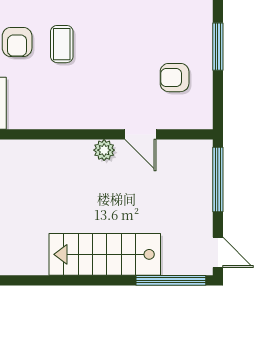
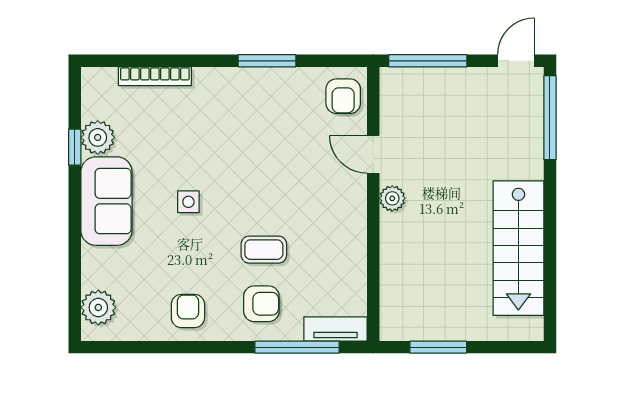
armchair: (175, 78) -> (343, 96), moved
door: (141, 134) -> (373, 154), swing flipped
stairs: (105, 254) -> (518, 248), moved

